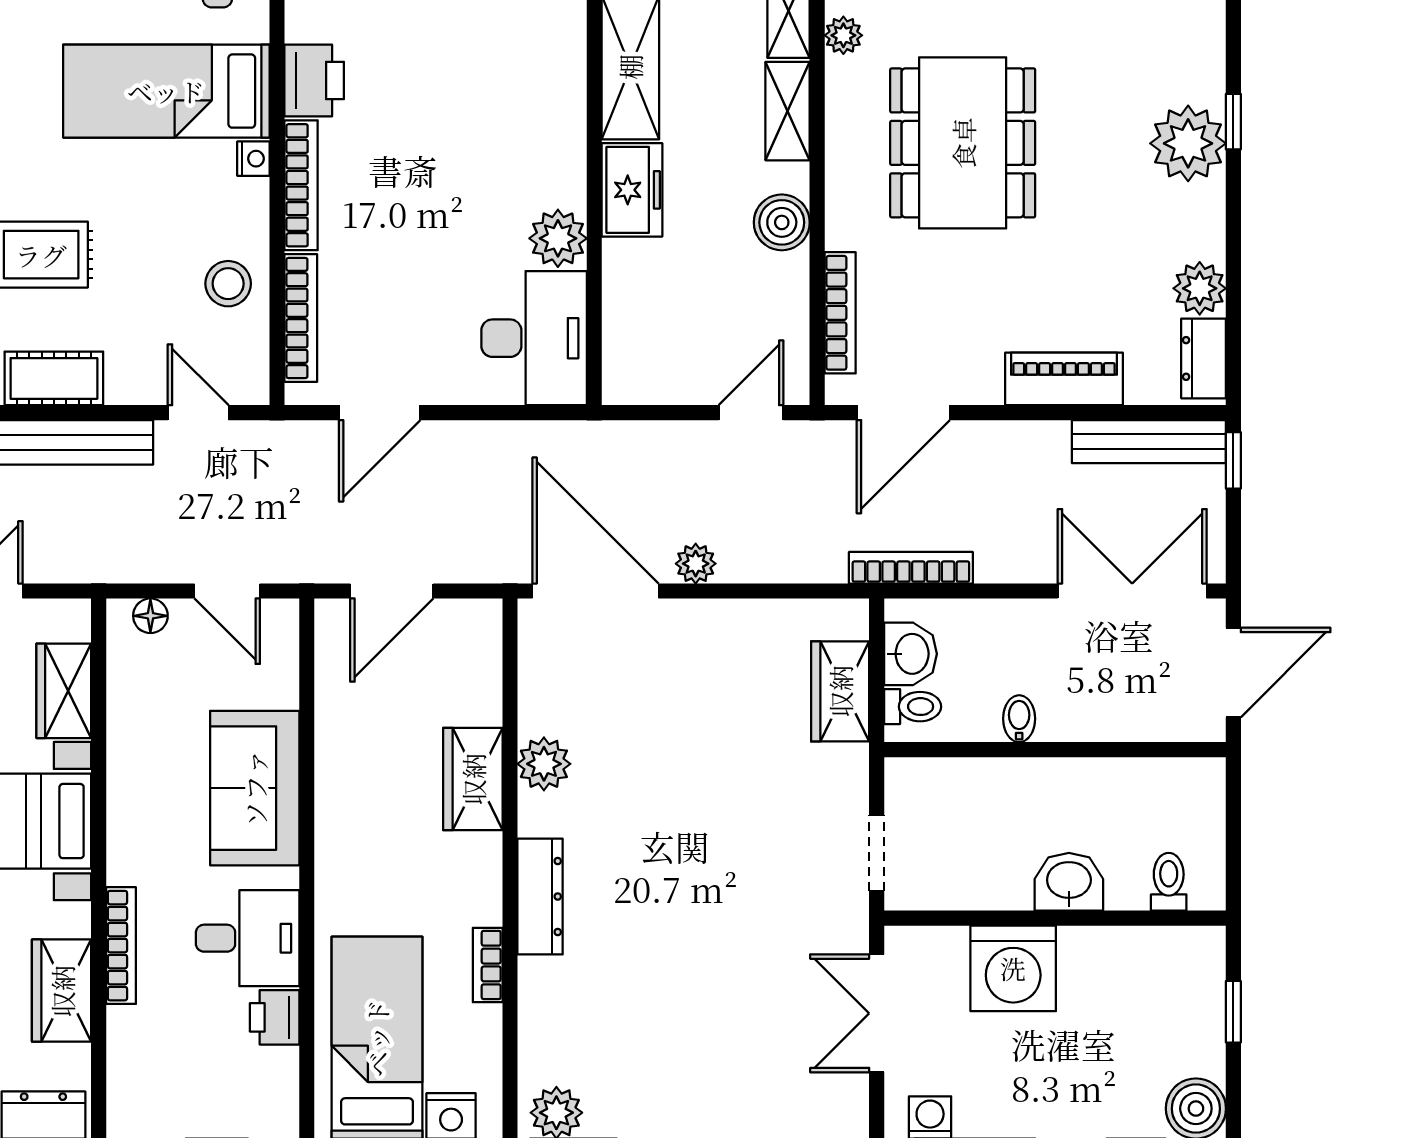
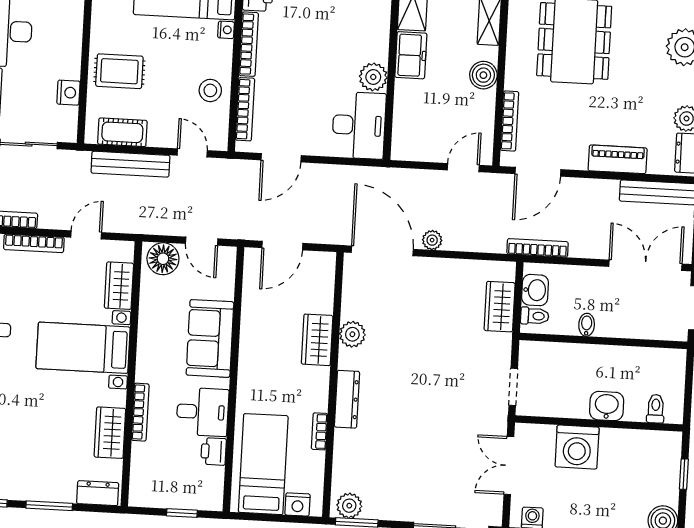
floor lamp: (150, 616) -> (163, 259), width x1.89, depth x1.89

